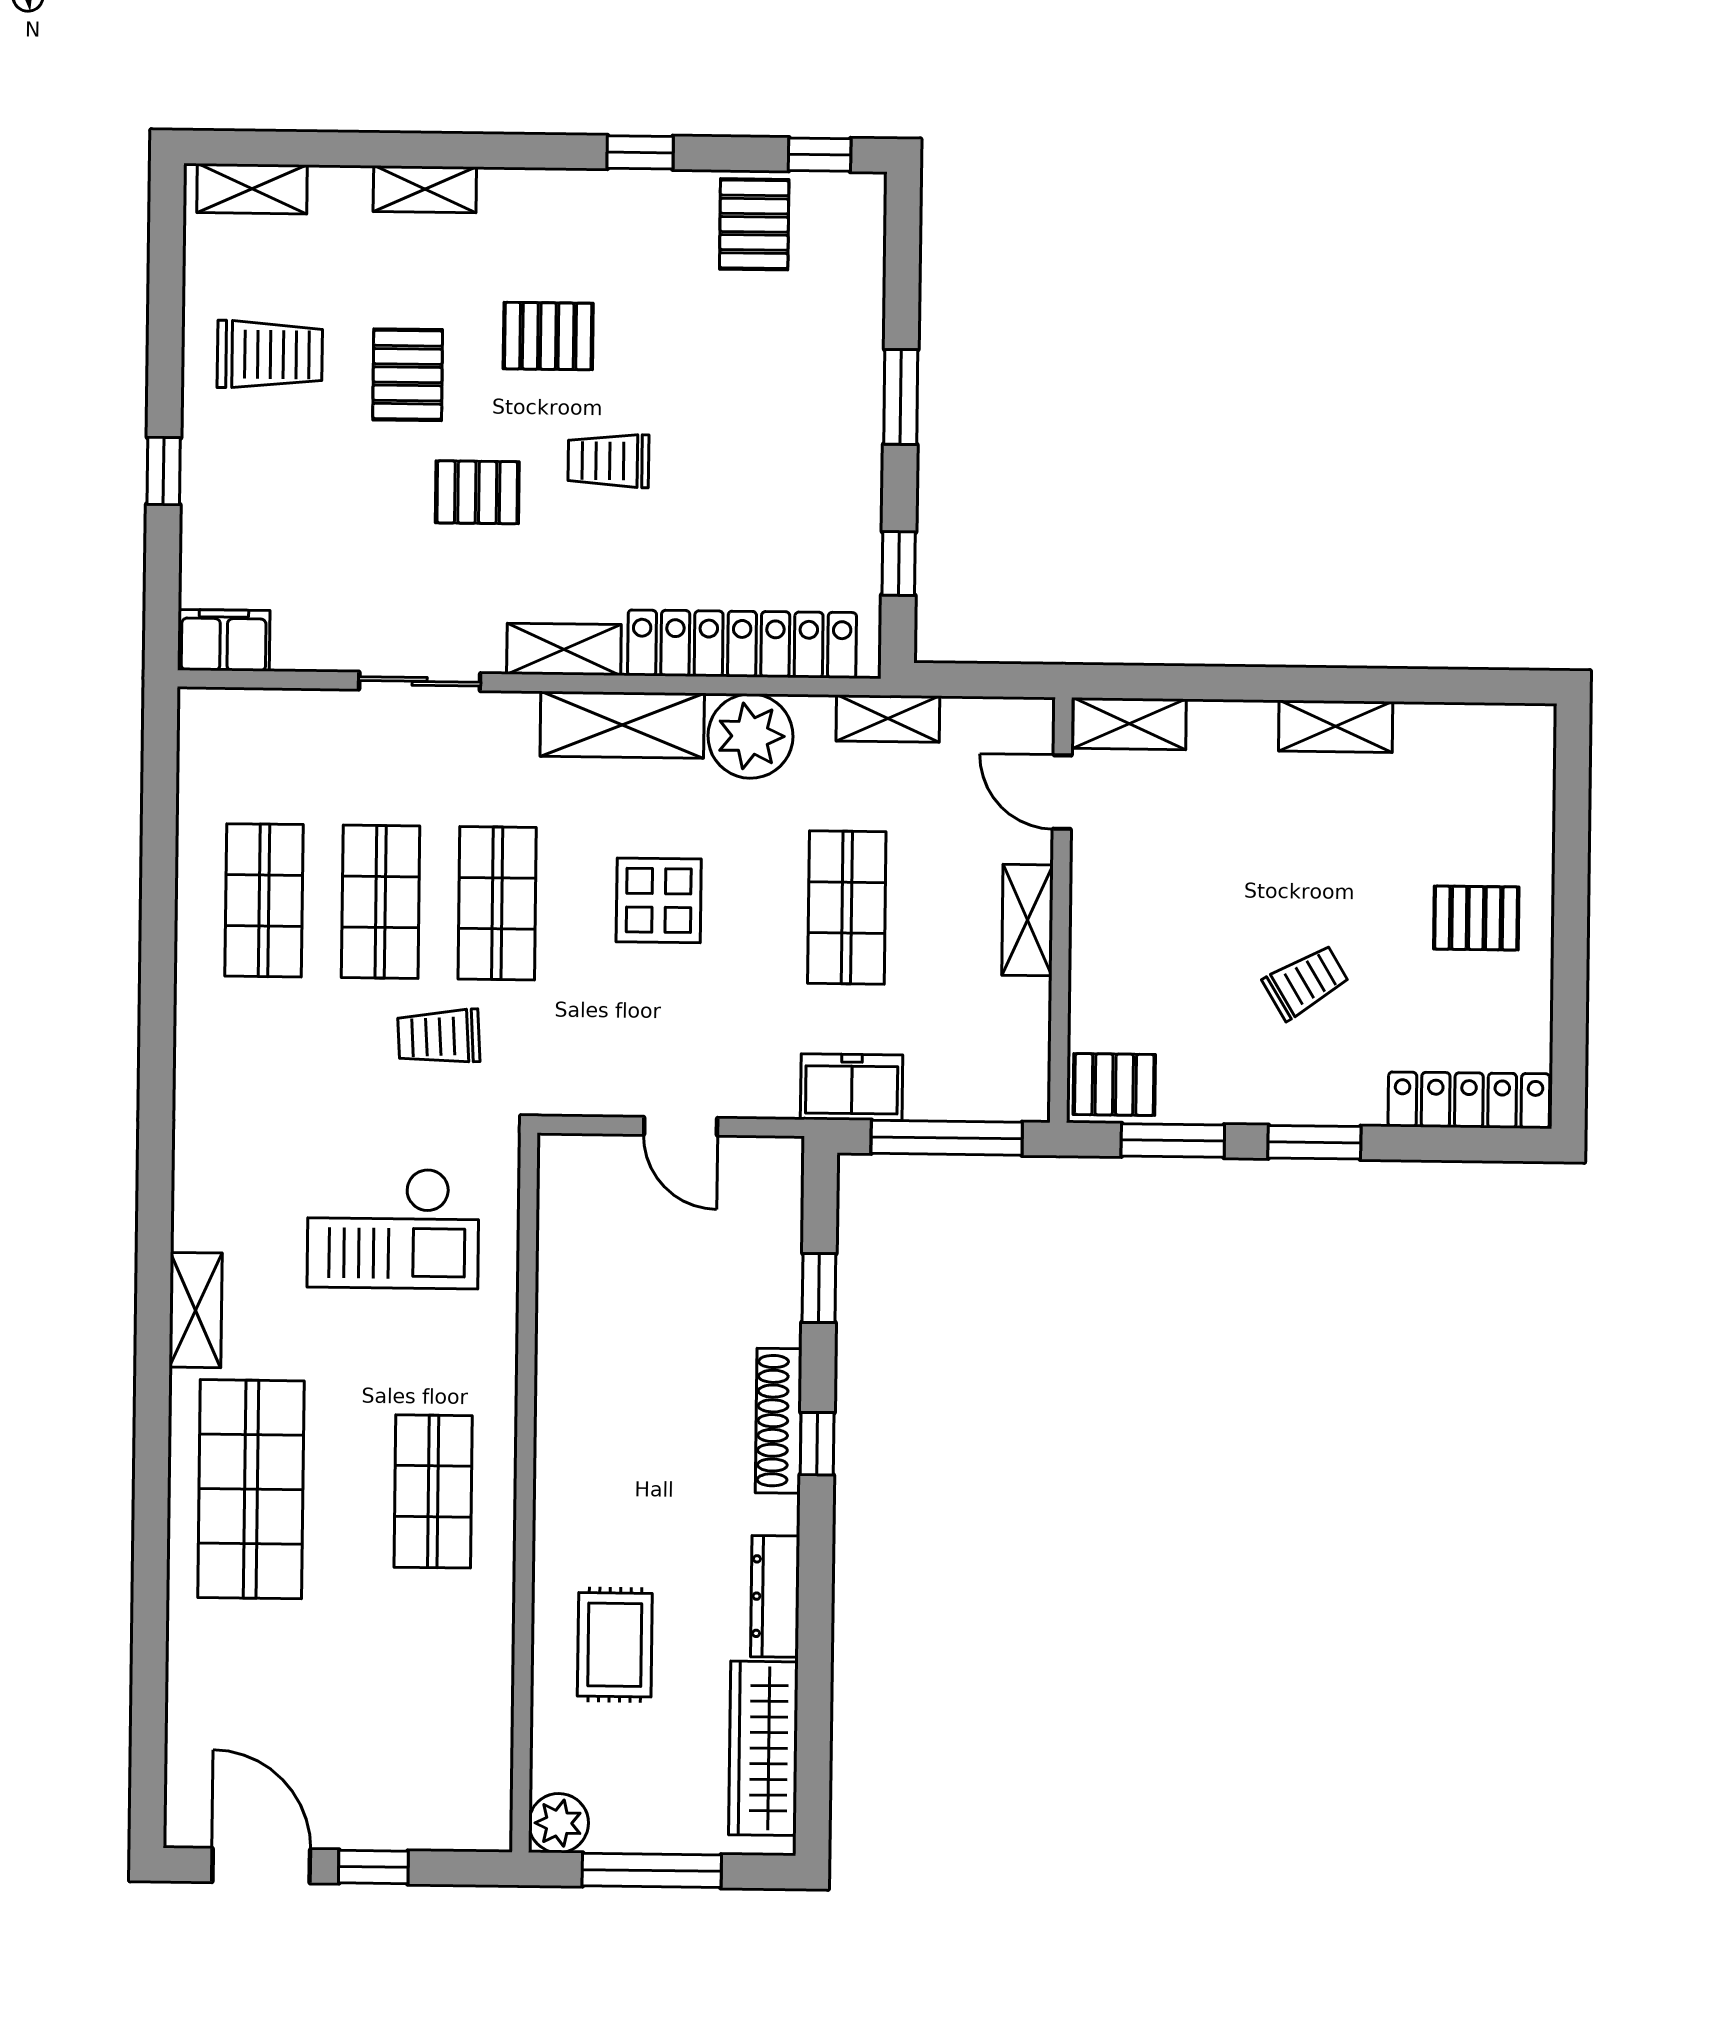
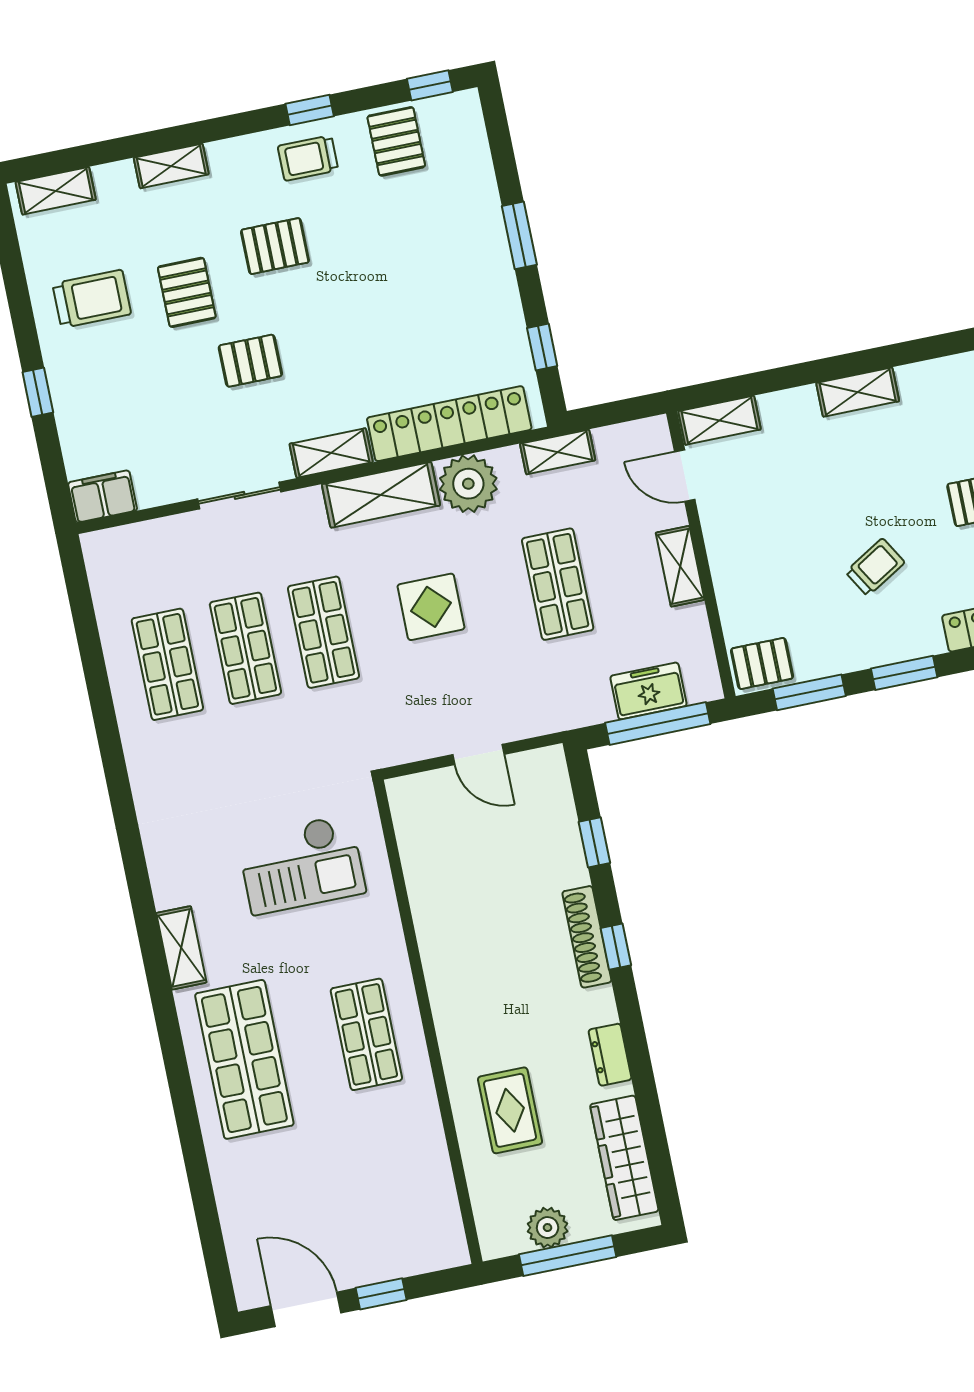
trolley: (608, 461) -> (308, 158), moved
trolley: (439, 1037) -> (304, 730), removed
freezer: (852, 1087) -> (648, 691), moved
dresser: (775, 1596) -> (610, 1055), width x0.70
plant: (559, 1823) -> (548, 1228), moved

